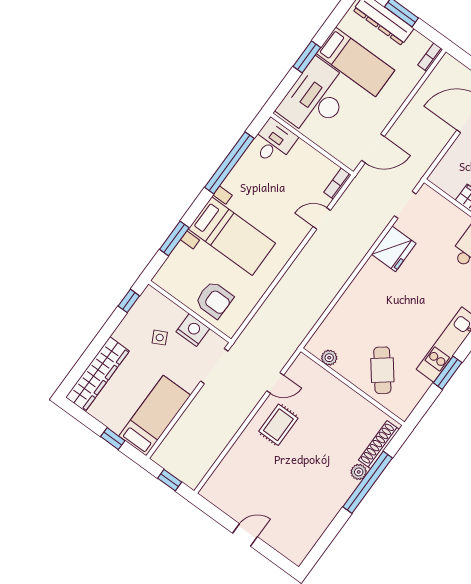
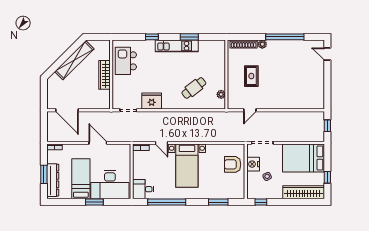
door: (373, 148) -> (98, 143), moved
bed with nightstands: (232, 236) -> (187, 166), moved, turned 180
armchair: (214, 300) -> (233, 164), turned -90
cafe table: (382, 370) -> (194, 88), moved
door: (275, 383) -> (250, 110), swing flipped
bed: (155, 416) -> (303, 158), width x1.50
rug: (278, 425) -> (251, 76), moved, turned 90
window: (113, 439) -> (327, 177), moved
window: (368, 482) -> (285, 37), moved
door: (245, 535) -> (327, 54), moved

